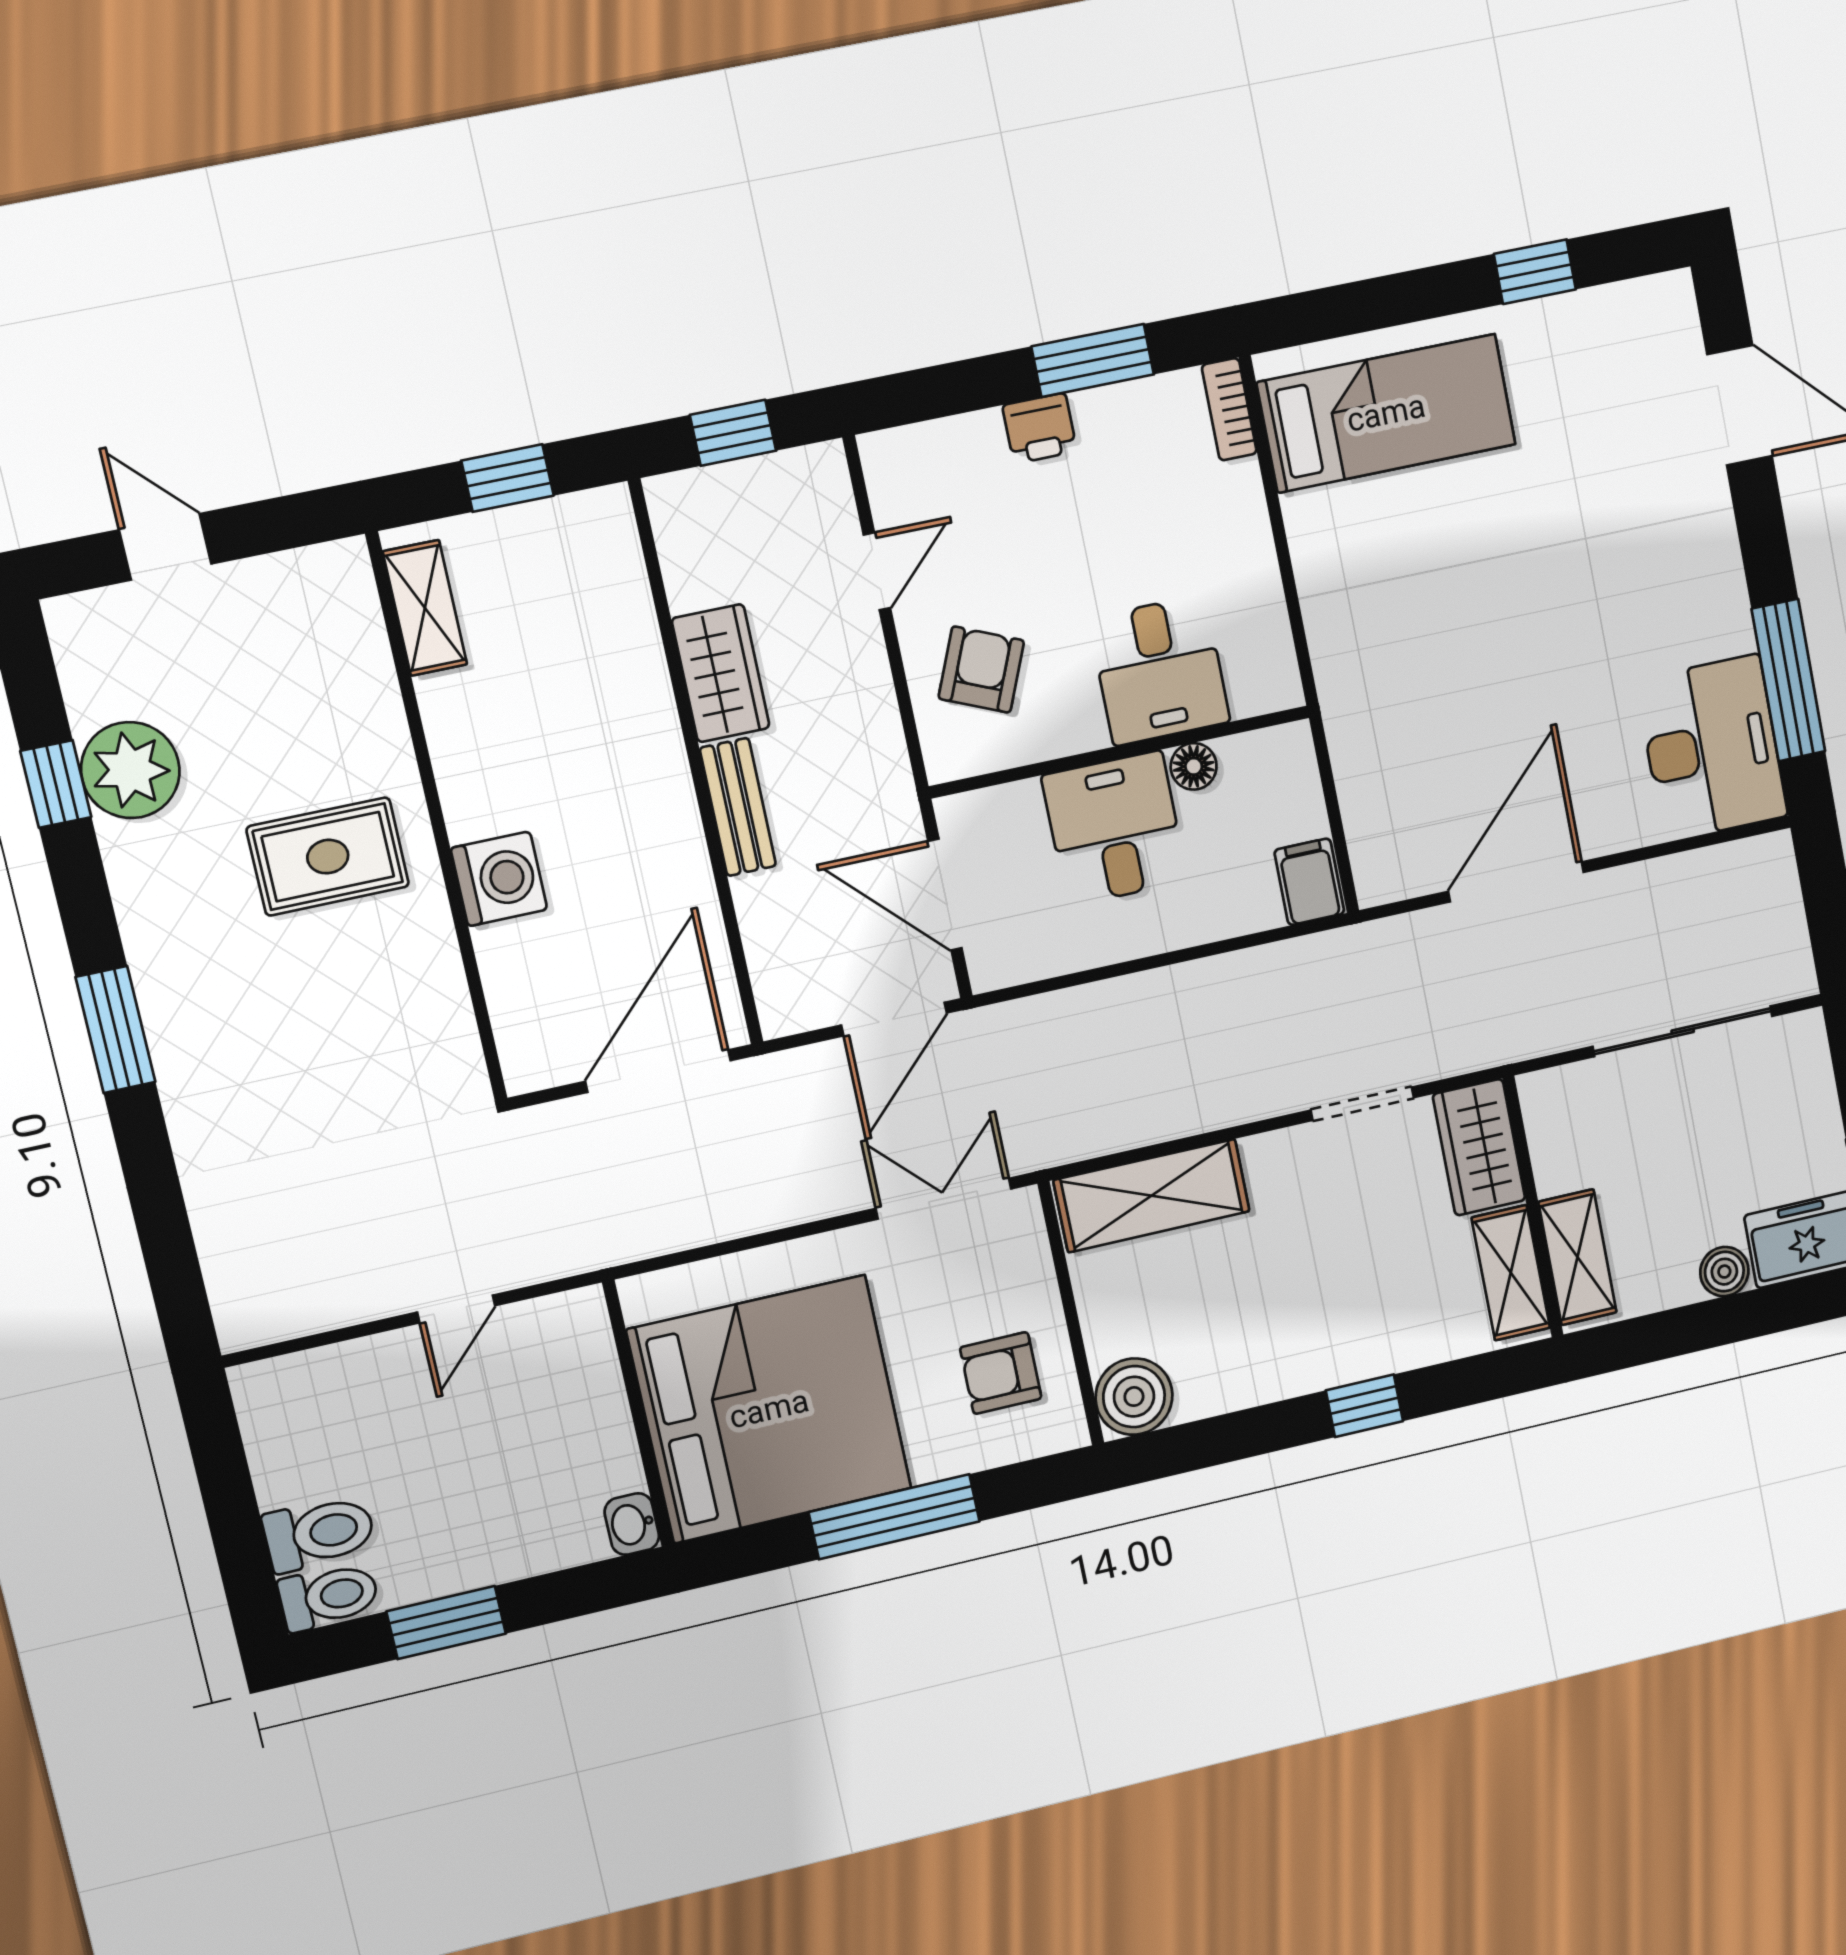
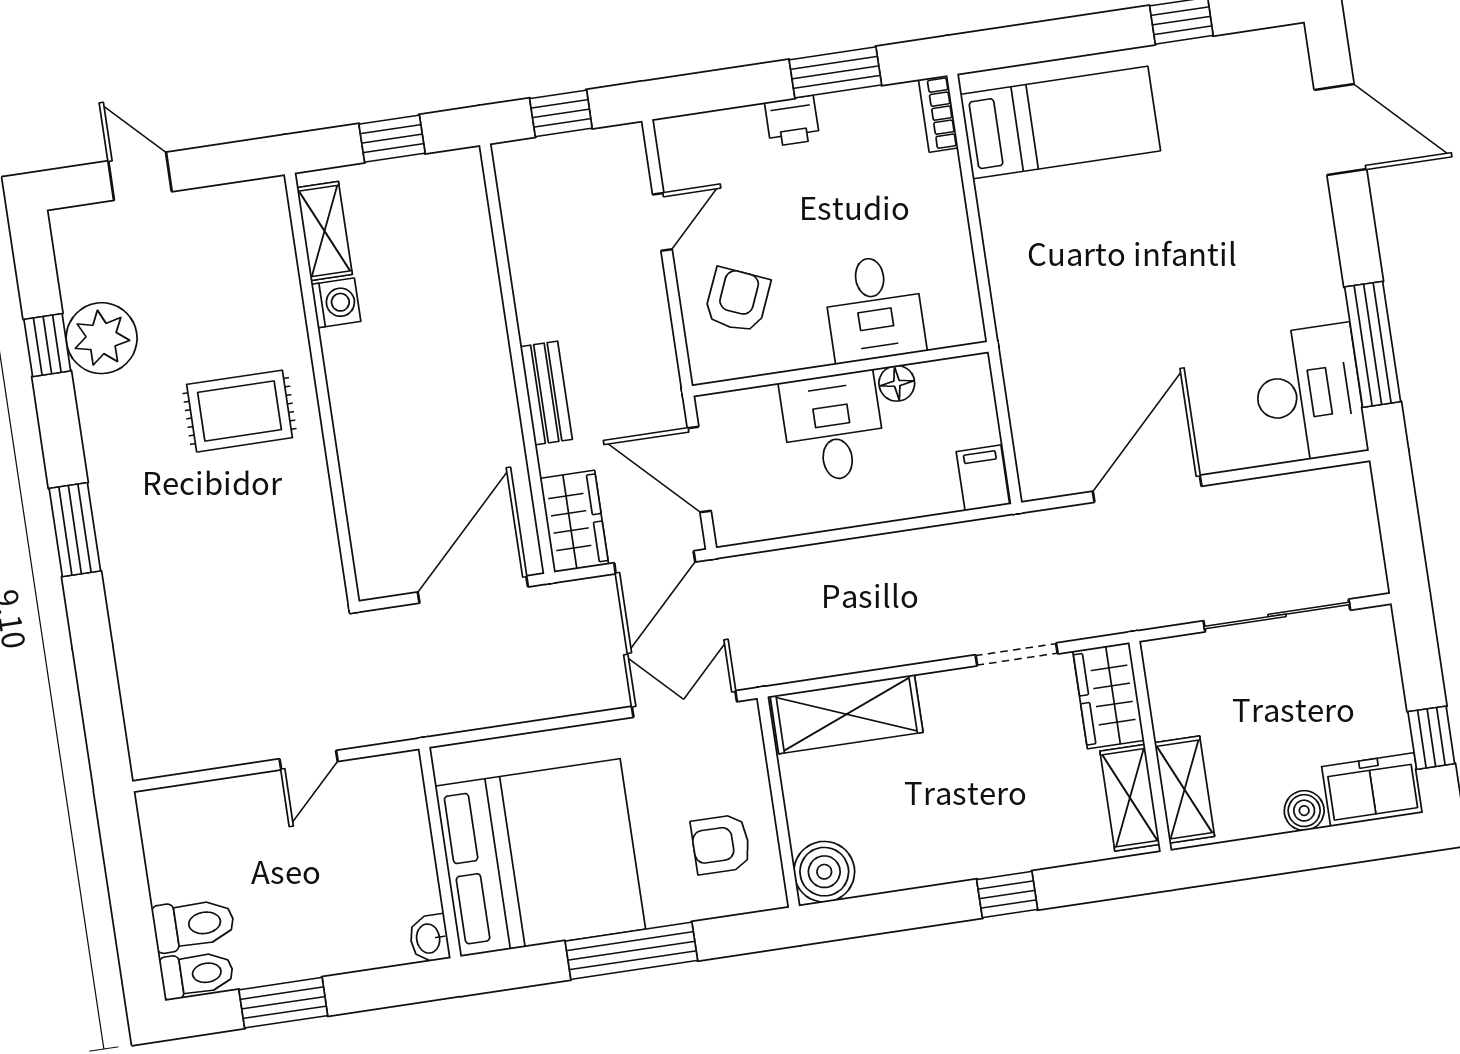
wardrobe: (721, 673) -> (574, 521), moved
washing machine: (499, 879) -> (336, 303), moved, width x0.73, depth x0.73

